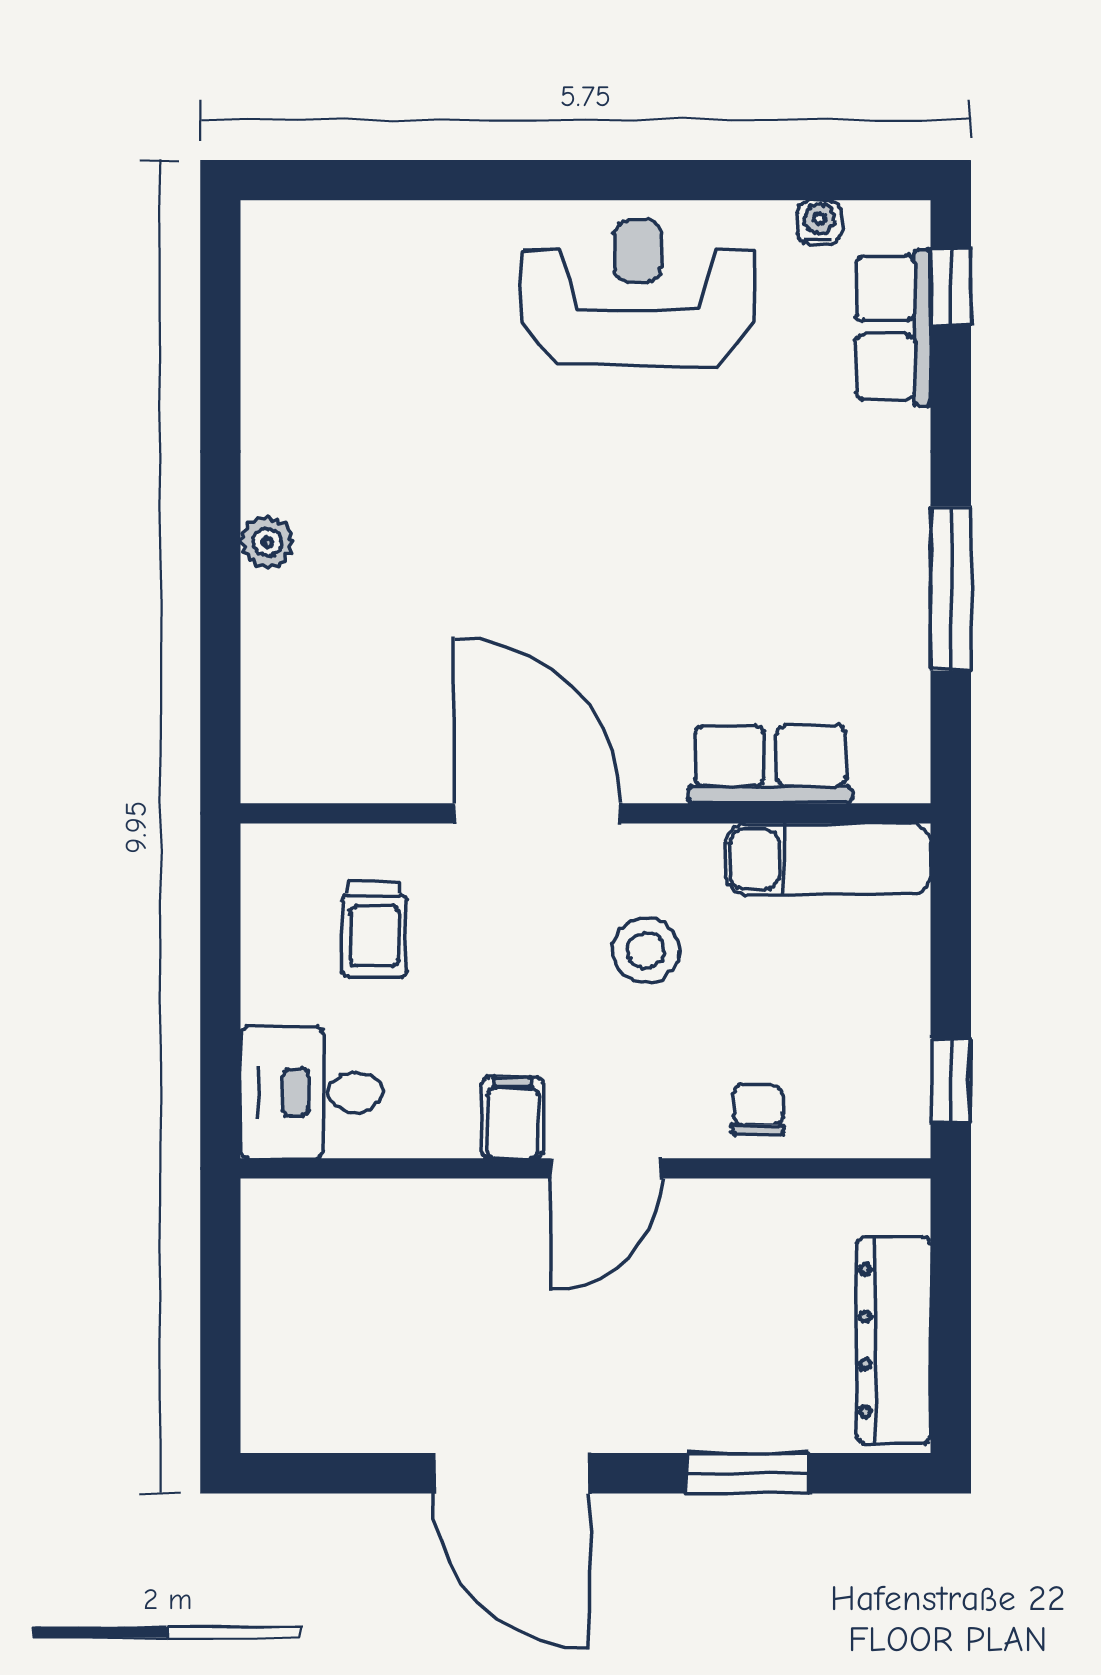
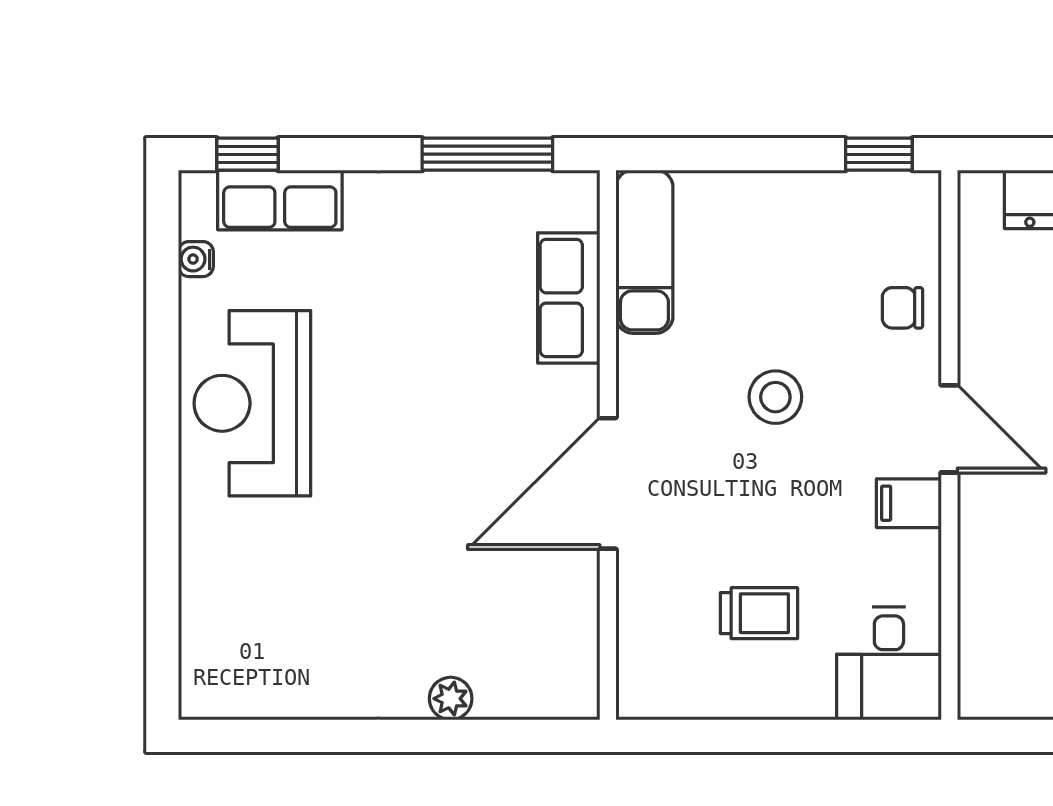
row of seats: (770, 764) -> (569, 298), moved
door: (537, 813) -> (608, 483), moved
wall: (586, 813) -> (608, 445), moved
exam couch: (828, 859) -> (644, 252), moved

